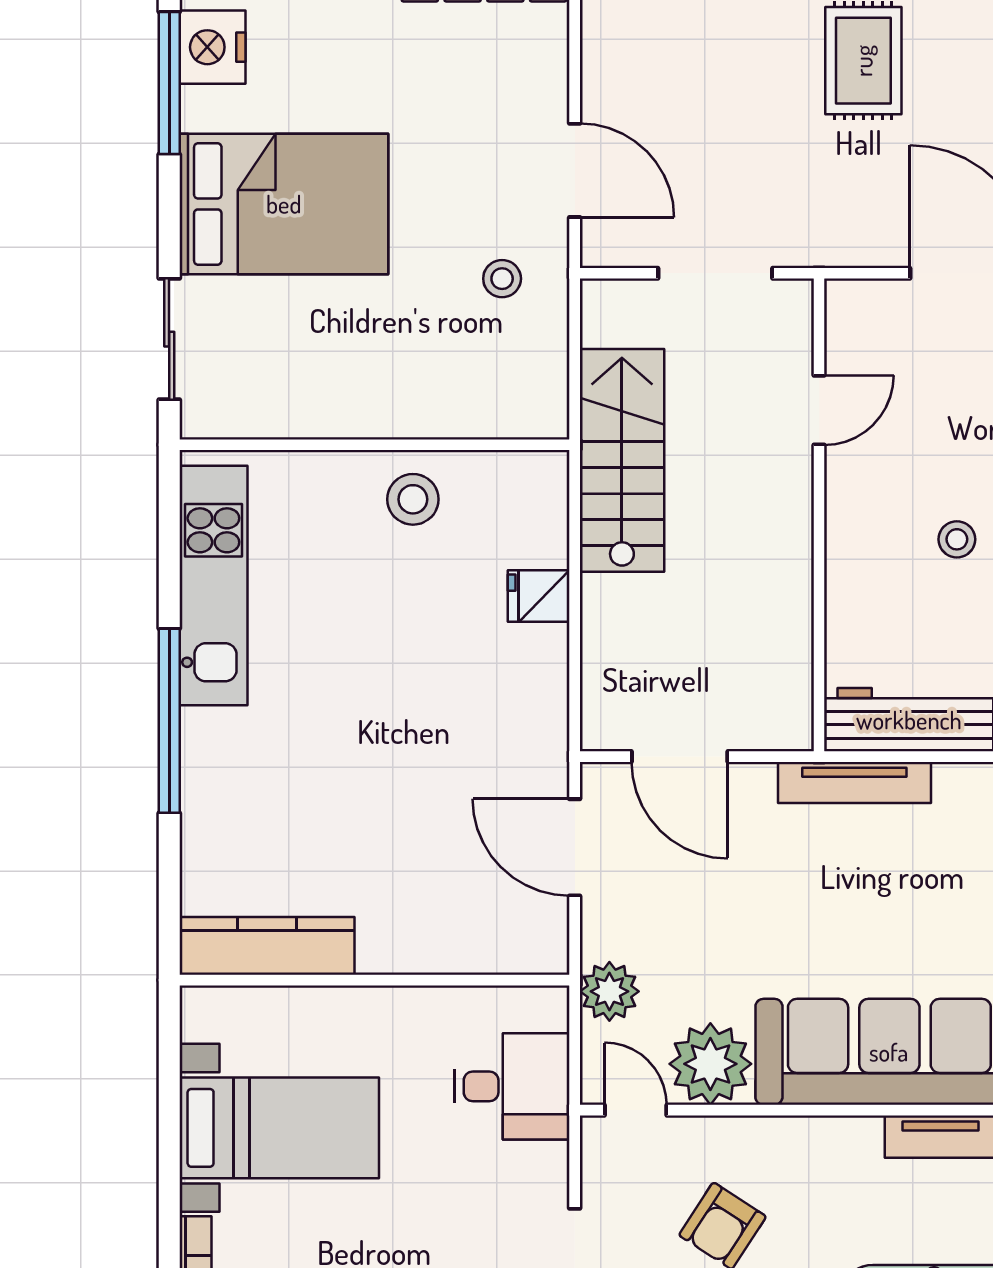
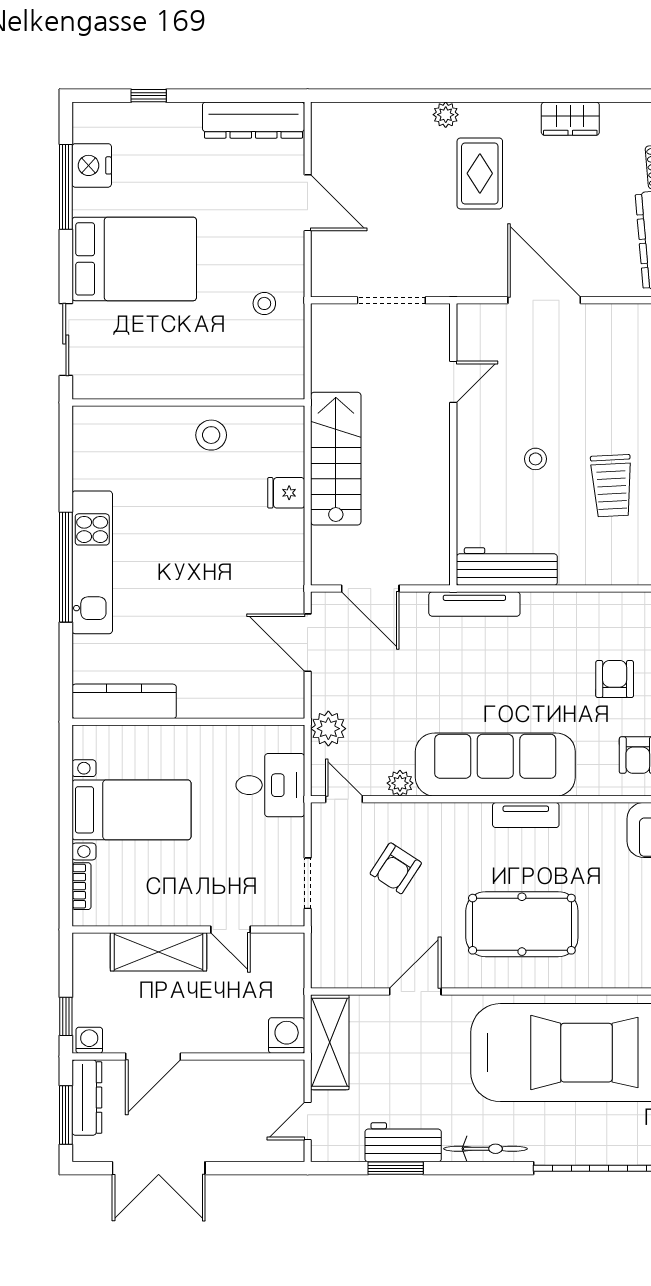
door: (575, 170) -> (308, 203), moved
stairs: (622, 460) -> (336, 459), moved
kitchen unit: (213, 585) -> (92, 562), moved
plant: (710, 1064) -> (400, 783), width x0.53, depth x0.53

